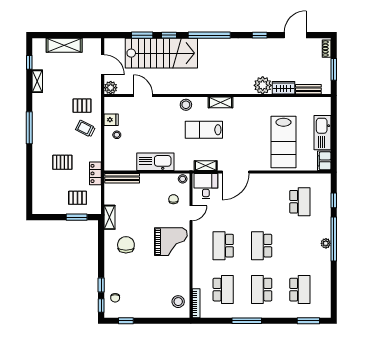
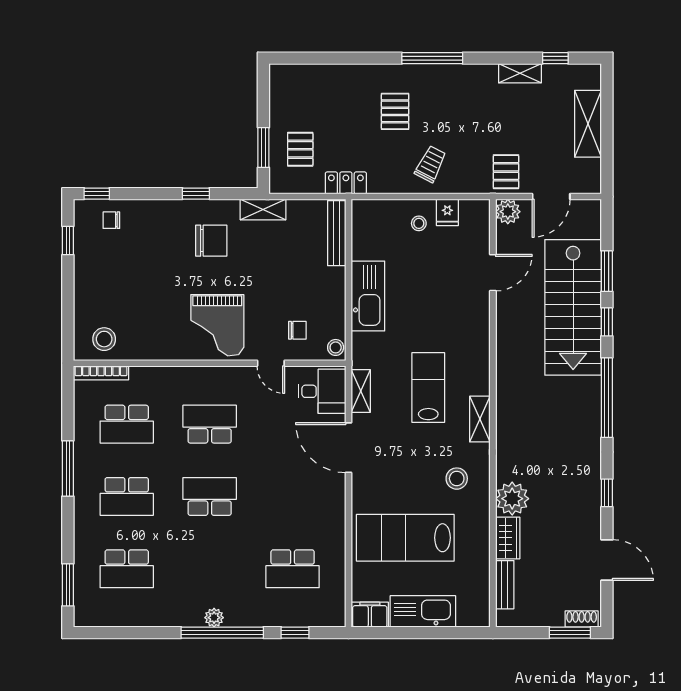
window: (334, 69) -> (570, 633), moved
stool: (186, 105) -> (457, 479), moved
pallet: (82, 106) -> (506, 172), moved
pallet: (62, 162) -> (395, 111), moved
window: (101, 285) -> (196, 194), moved
school desk: (262, 290) -> (127, 496), turned 180

